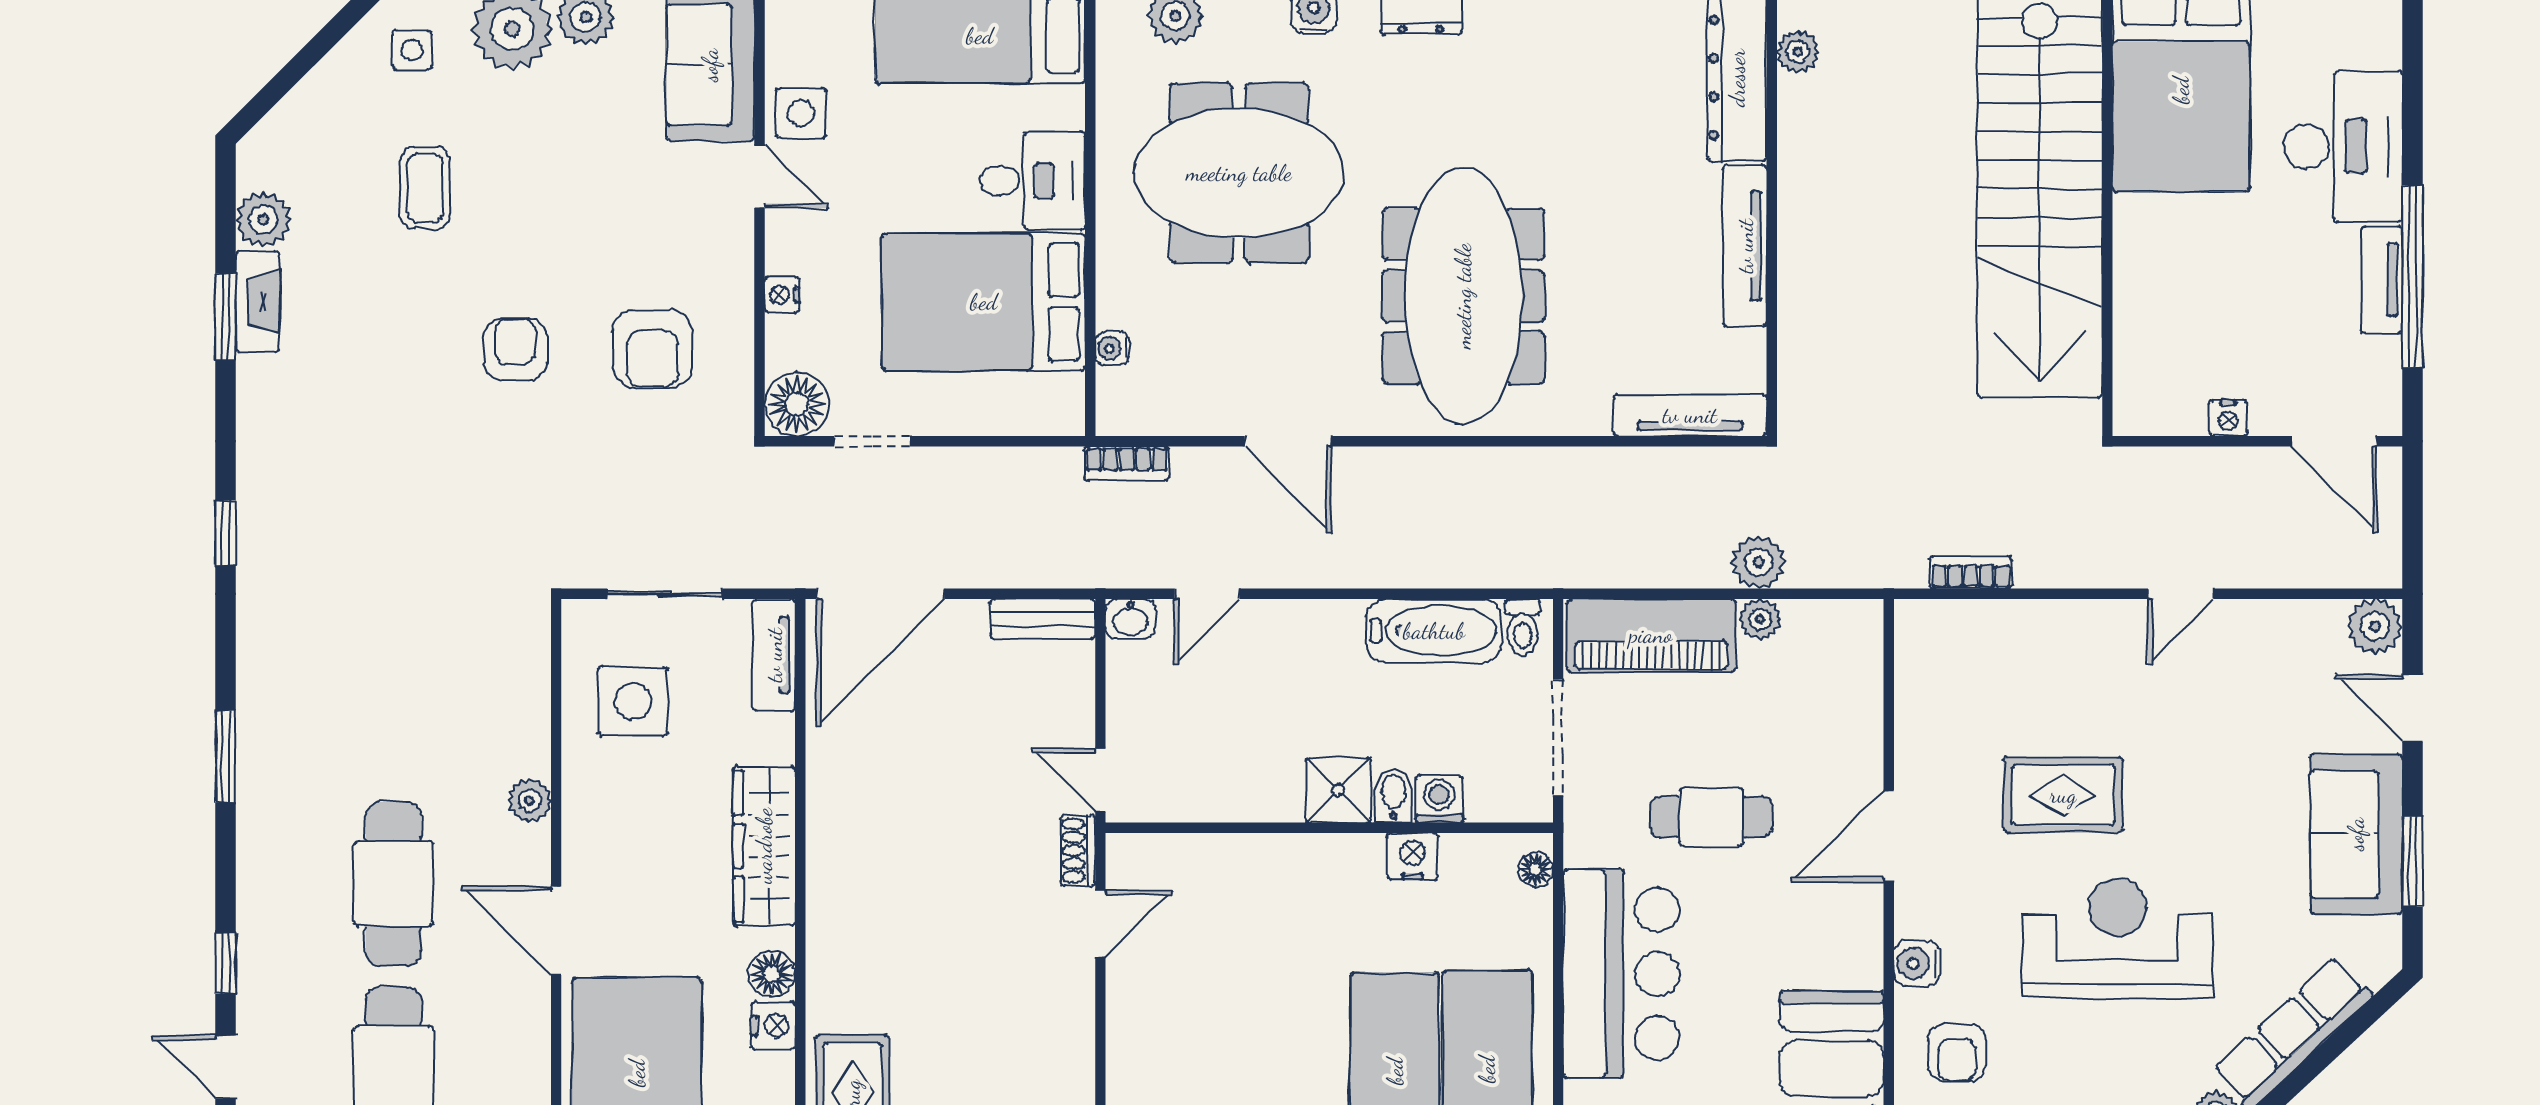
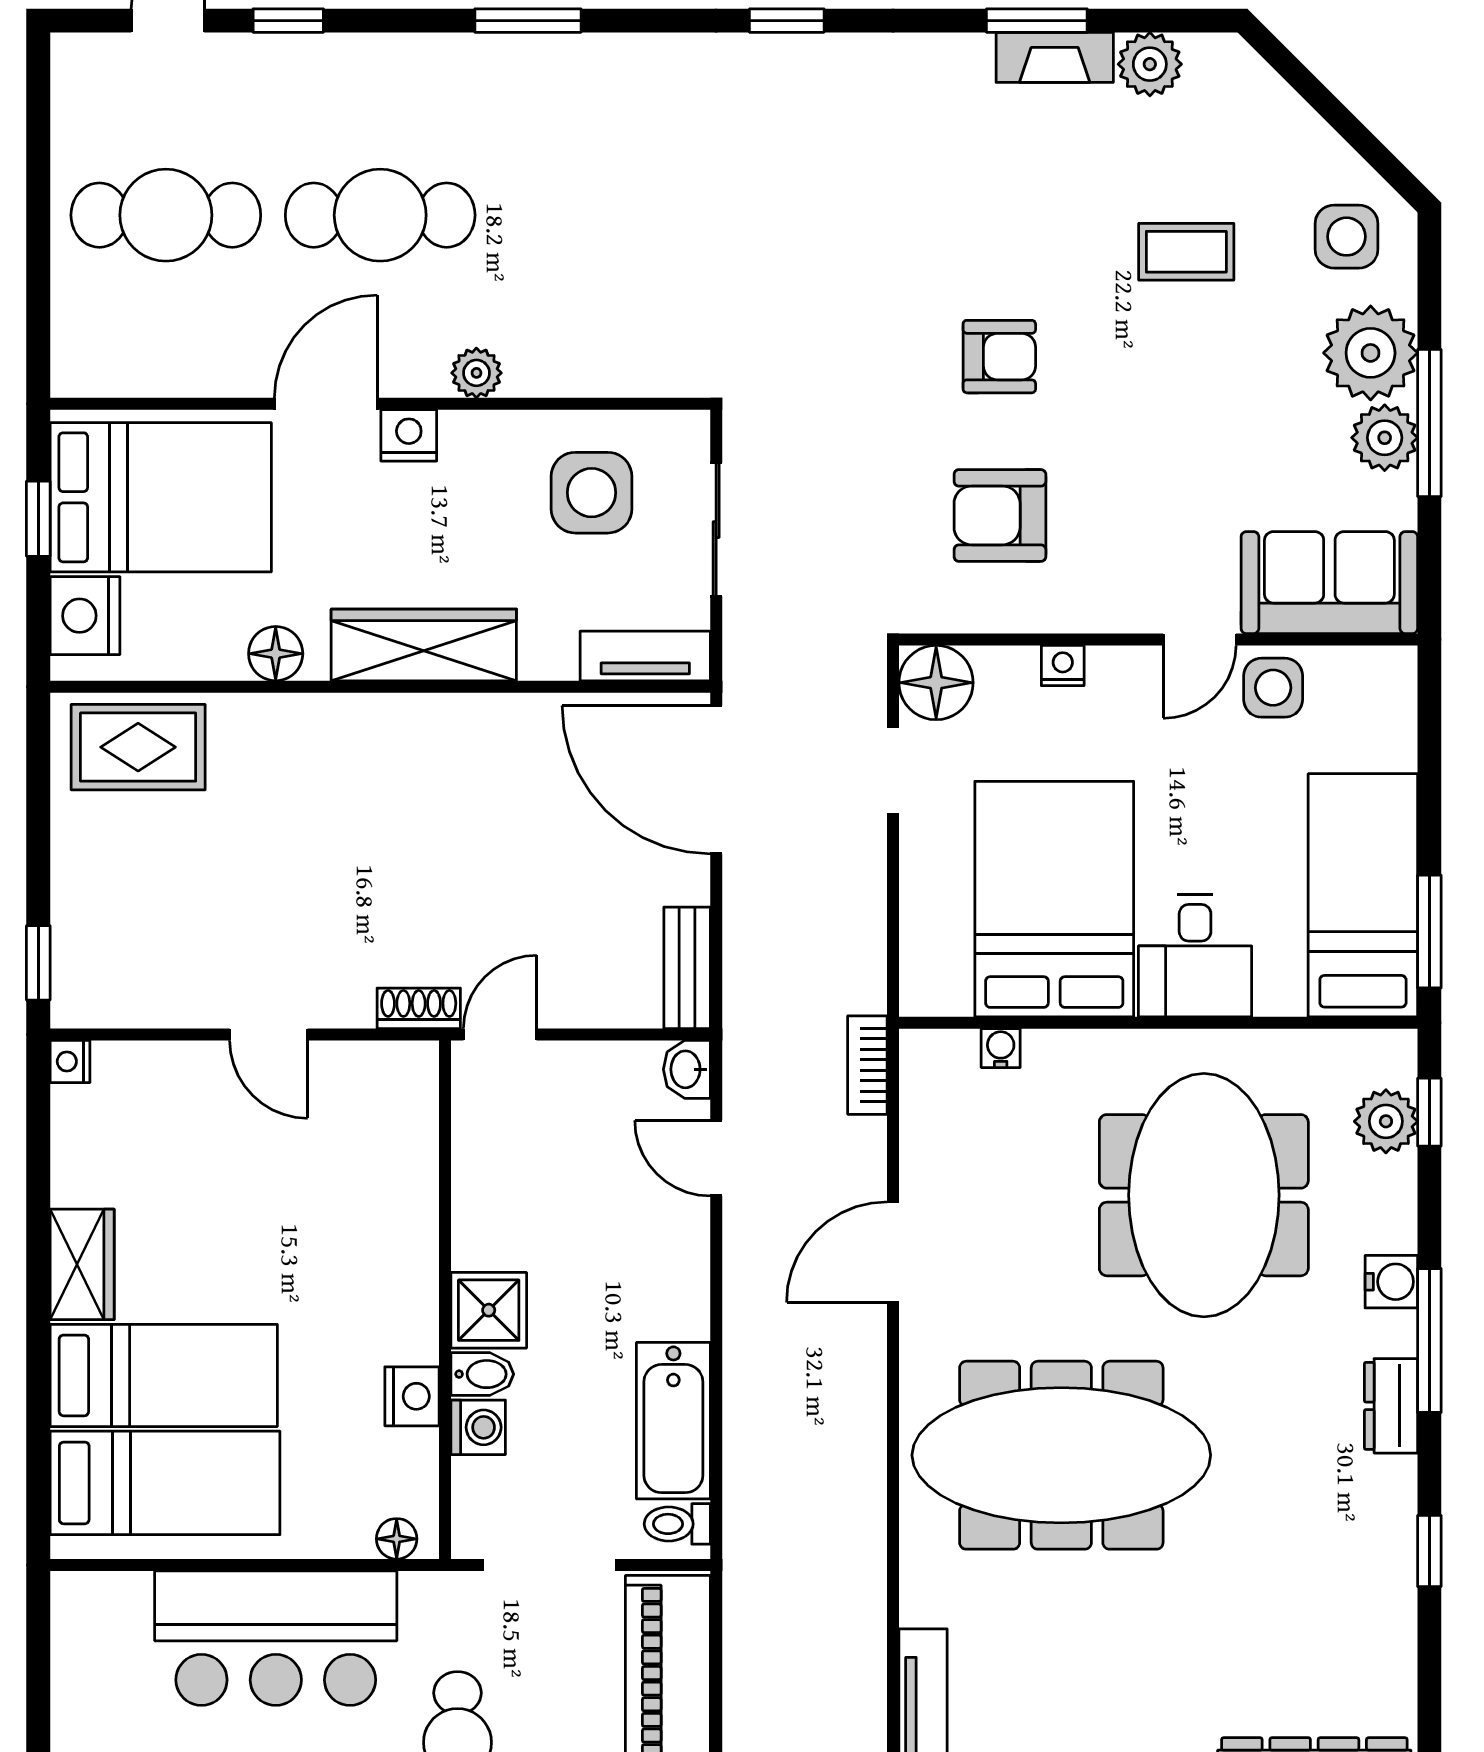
side table: (412, 50) -> (1347, 237), width x1.37, depth x1.37
door: (1100, 924) -> (269, 1034), moved
nightstand: (773, 1025) -> (409, 435), moved, turned 180

